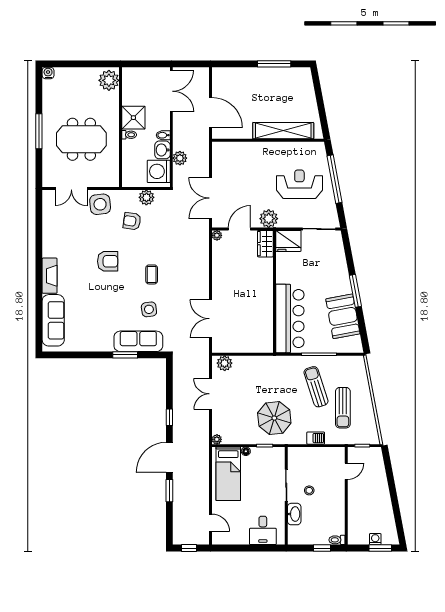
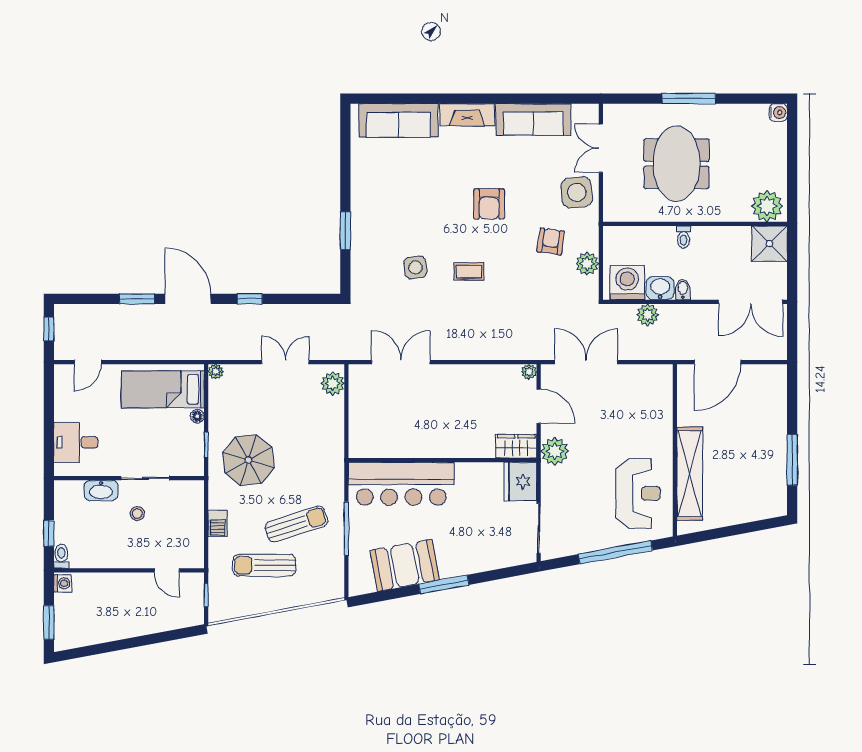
shower: (133, 118) -> (769, 244), moved
reception desk: (299, 184) -> (638, 493), moved
sofa: (138, 341) -> (533, 119), moved, turned 90
washing machine: (375, 539) -> (63, 583), moved

